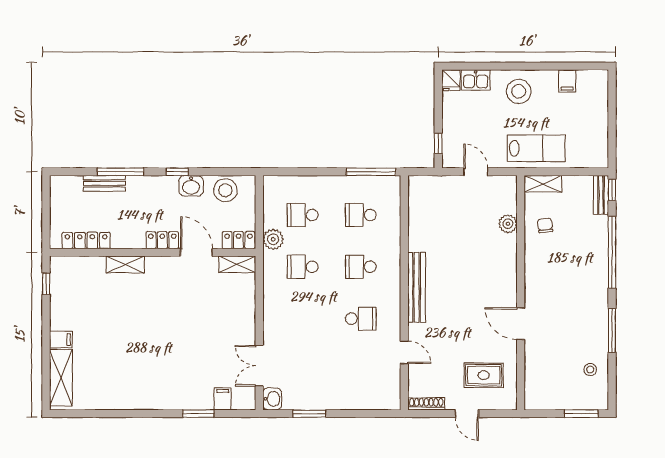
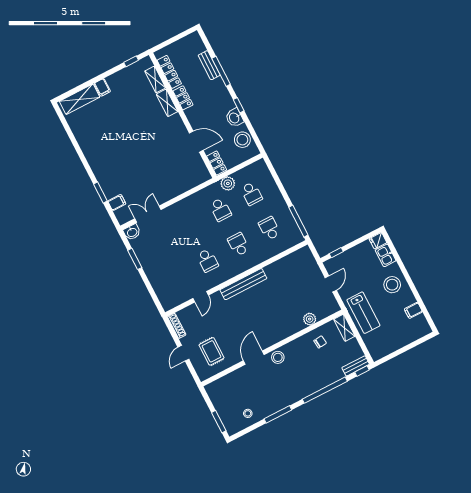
school desk: (303, 215) -> (251, 194), turned 180
locker: (162, 240) -> (183, 98), moved
door: (196, 252) -> (196, 142), hinge flipped
shelving: (237, 264) -> (155, 79), moved
school desk: (303, 267) -> (220, 210), turned 180
stool: (537, 292) -> (278, 357), added

